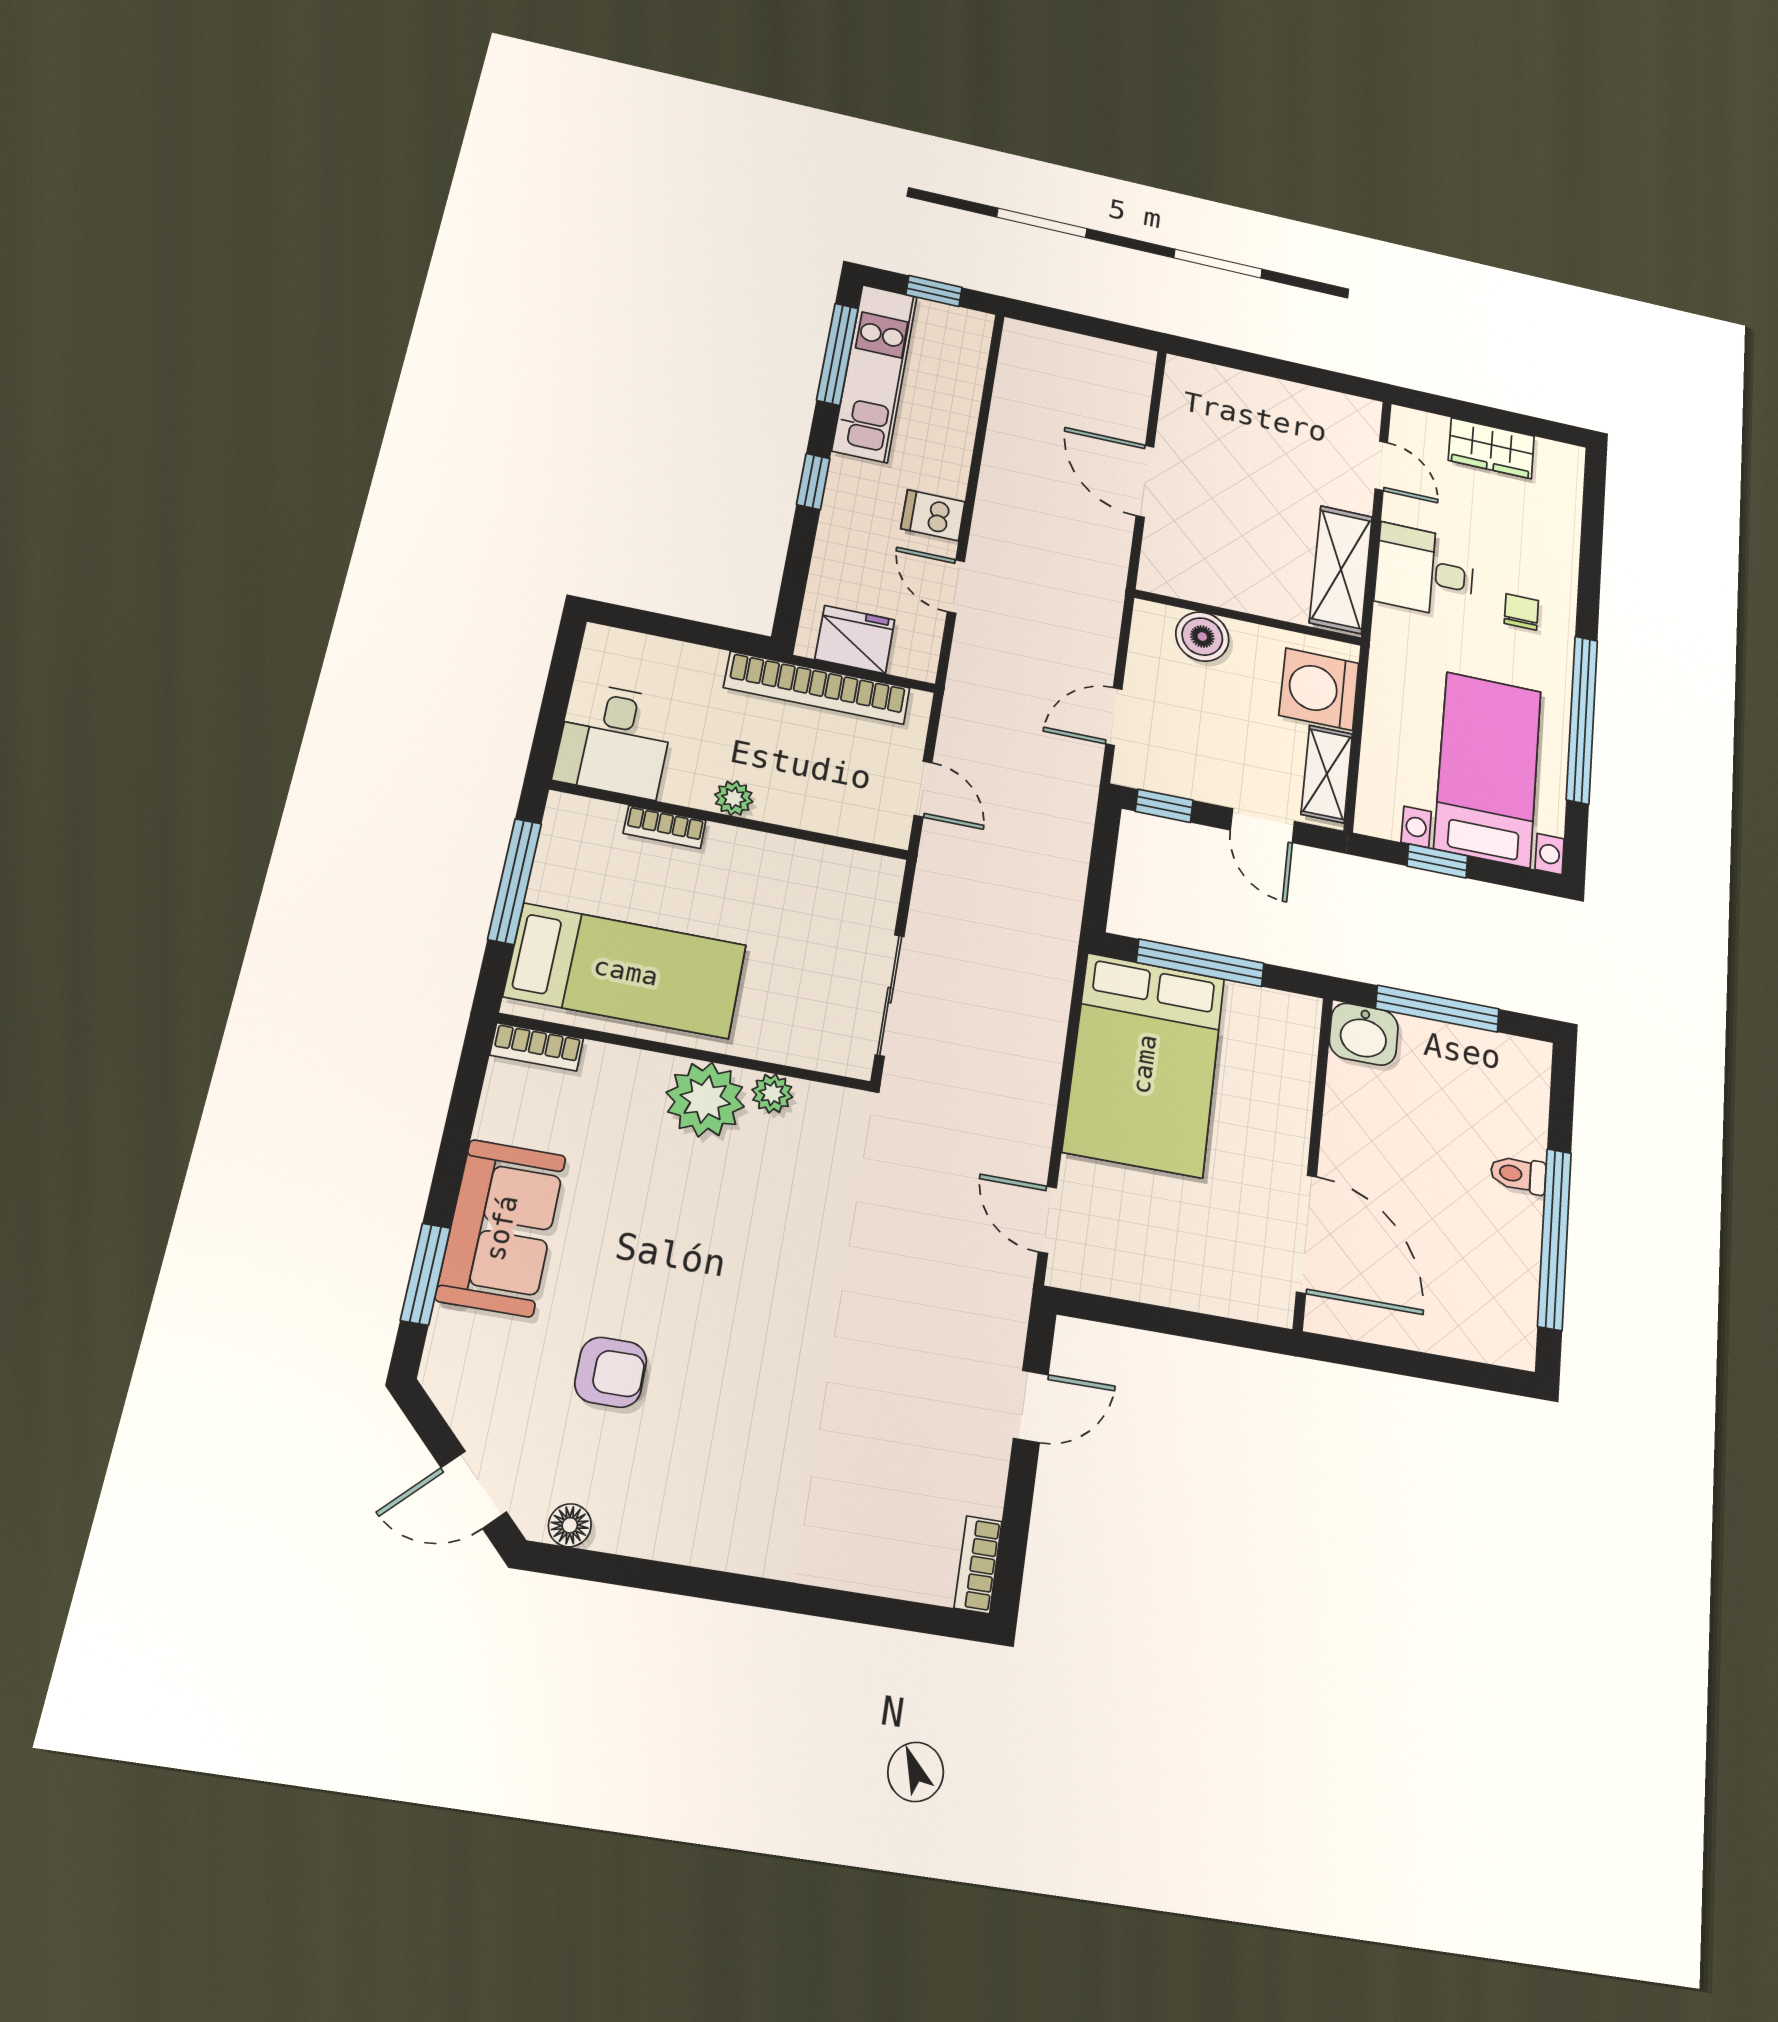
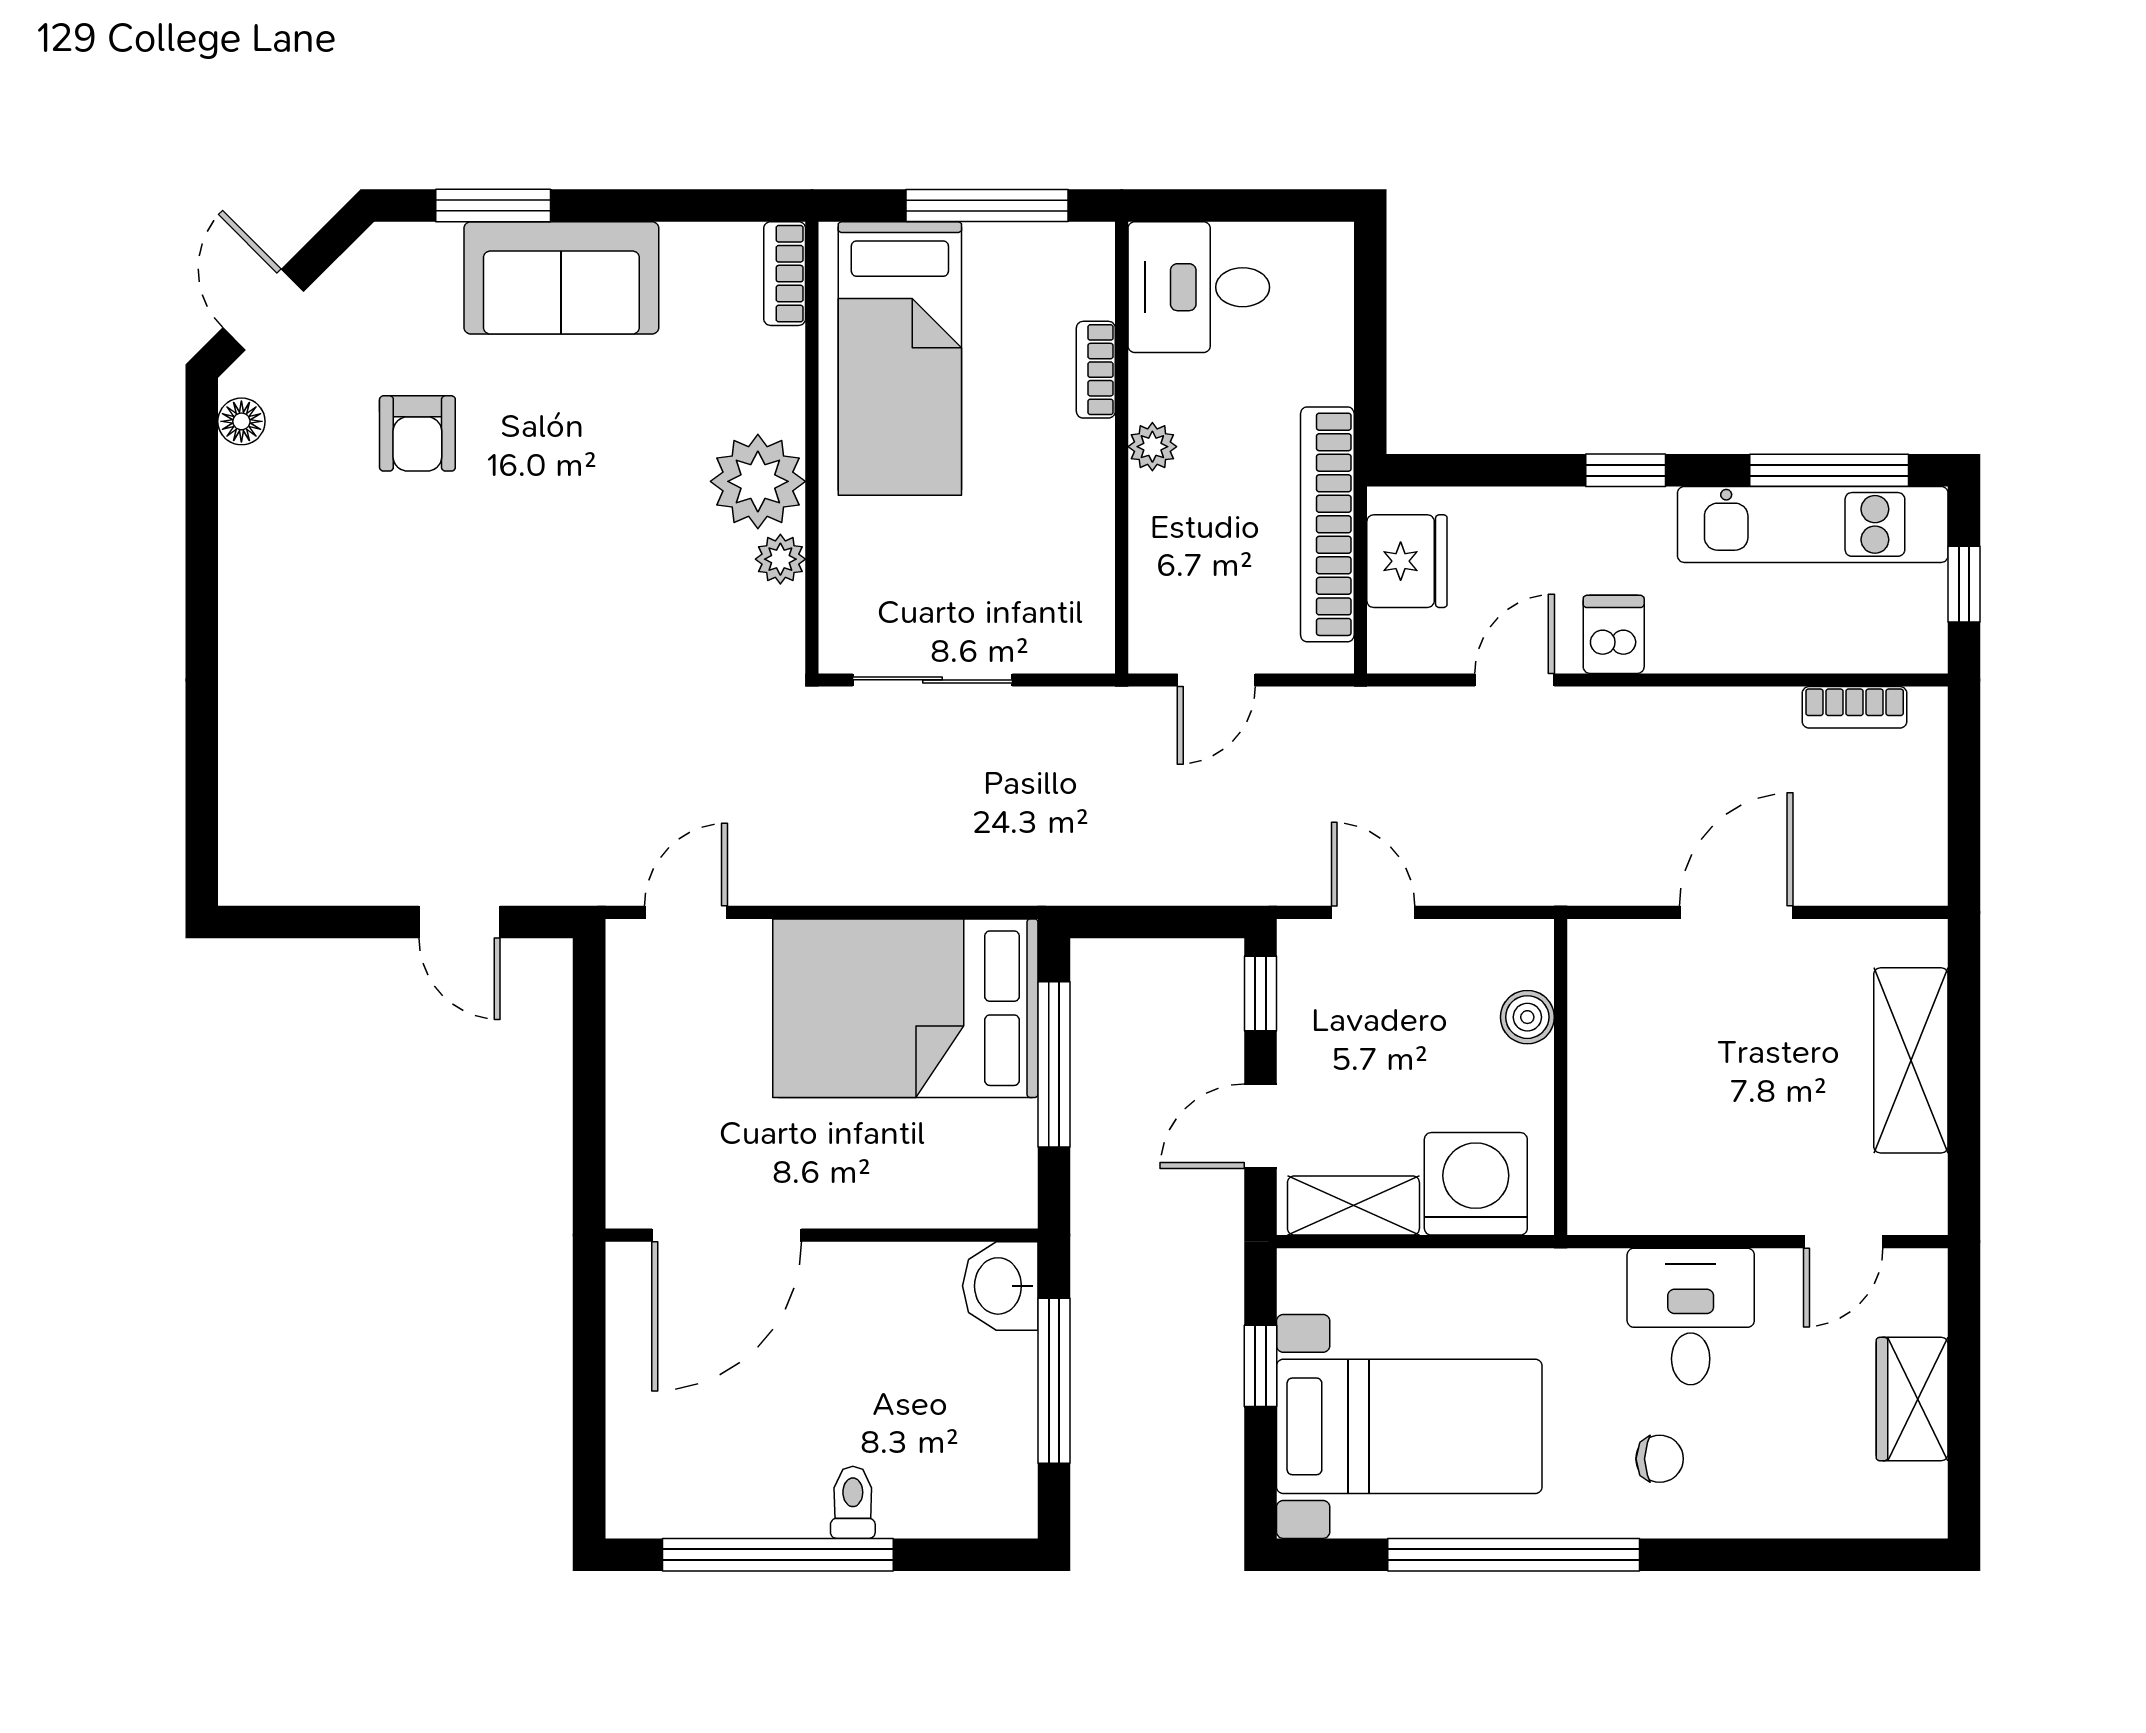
shelving: (1341, 569) -> (1911, 1060), moved, turned 90
boiler: (1202, 637) -> (1527, 1017), width x0.73, depth x0.73
bookcase: (978, 1565) -> (1855, 707), moved, turned 180

